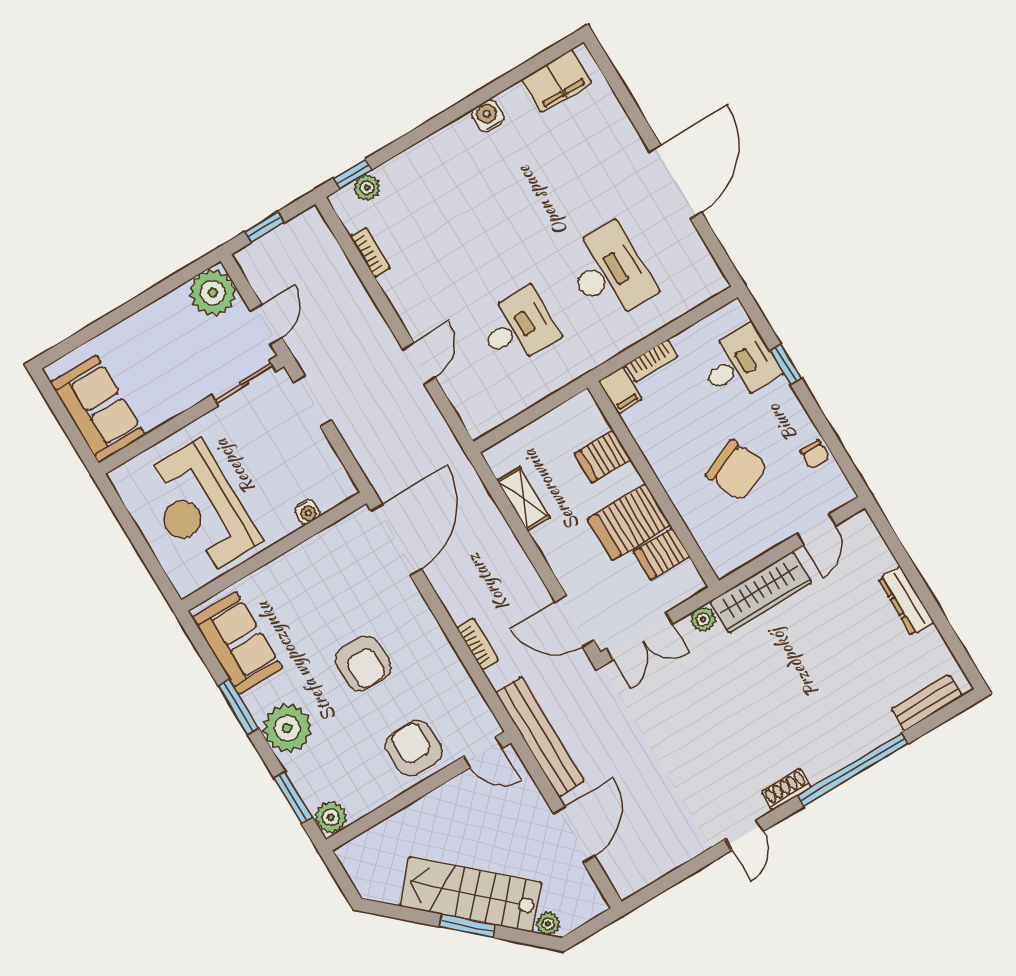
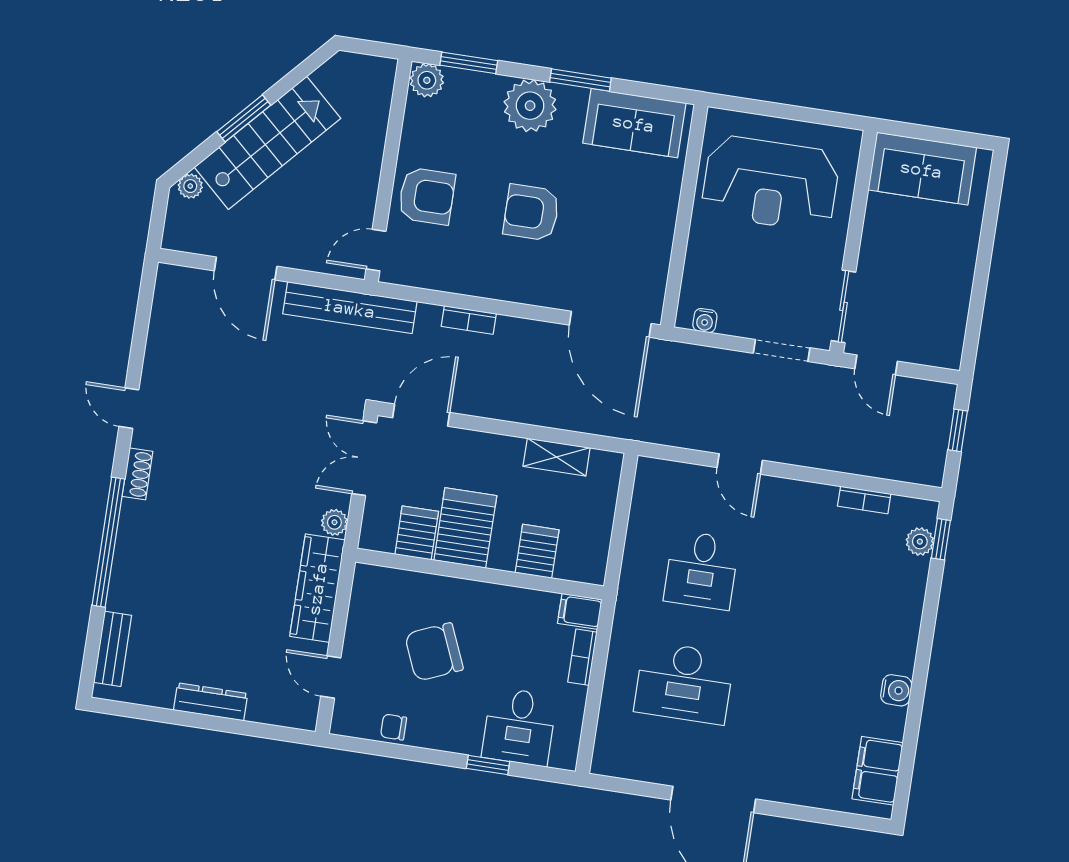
plant: (213, 293) -> (939, 343), removed
reception desk: (199, 509) -> (770, 183), turned 180
water cooler: (307, 512) -> (705, 321), moved, turned -90

